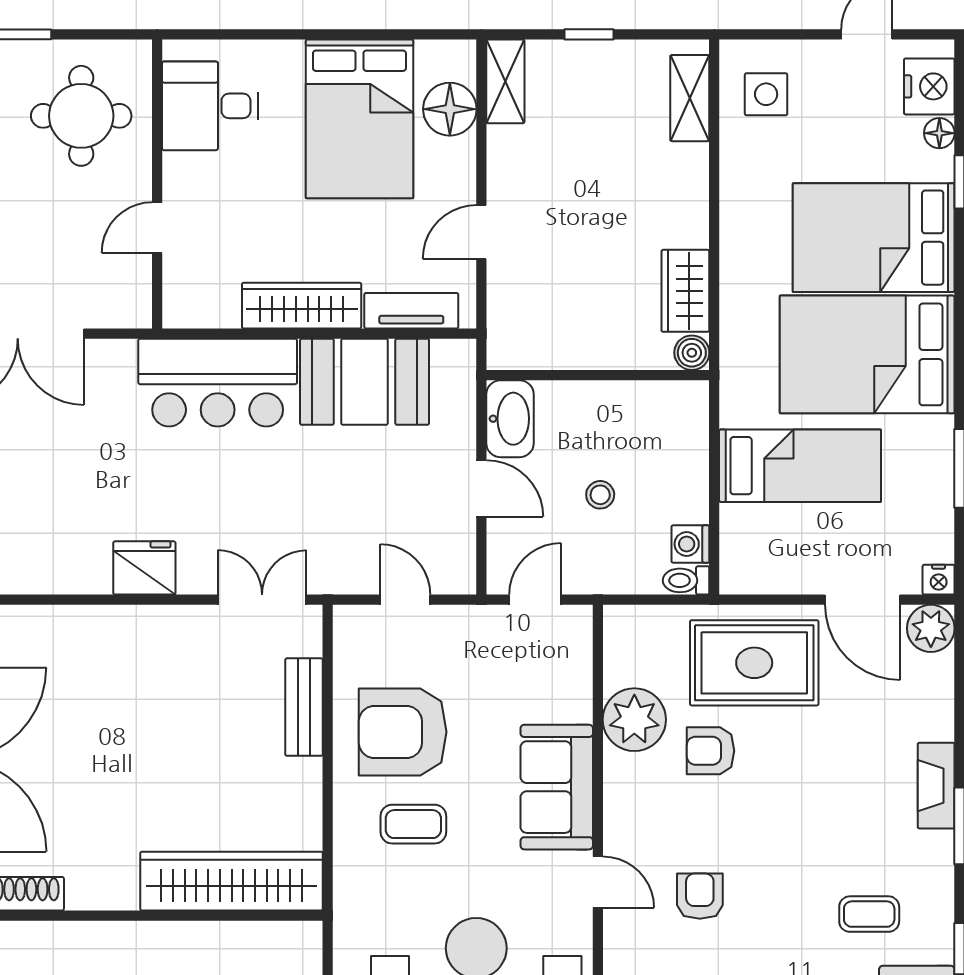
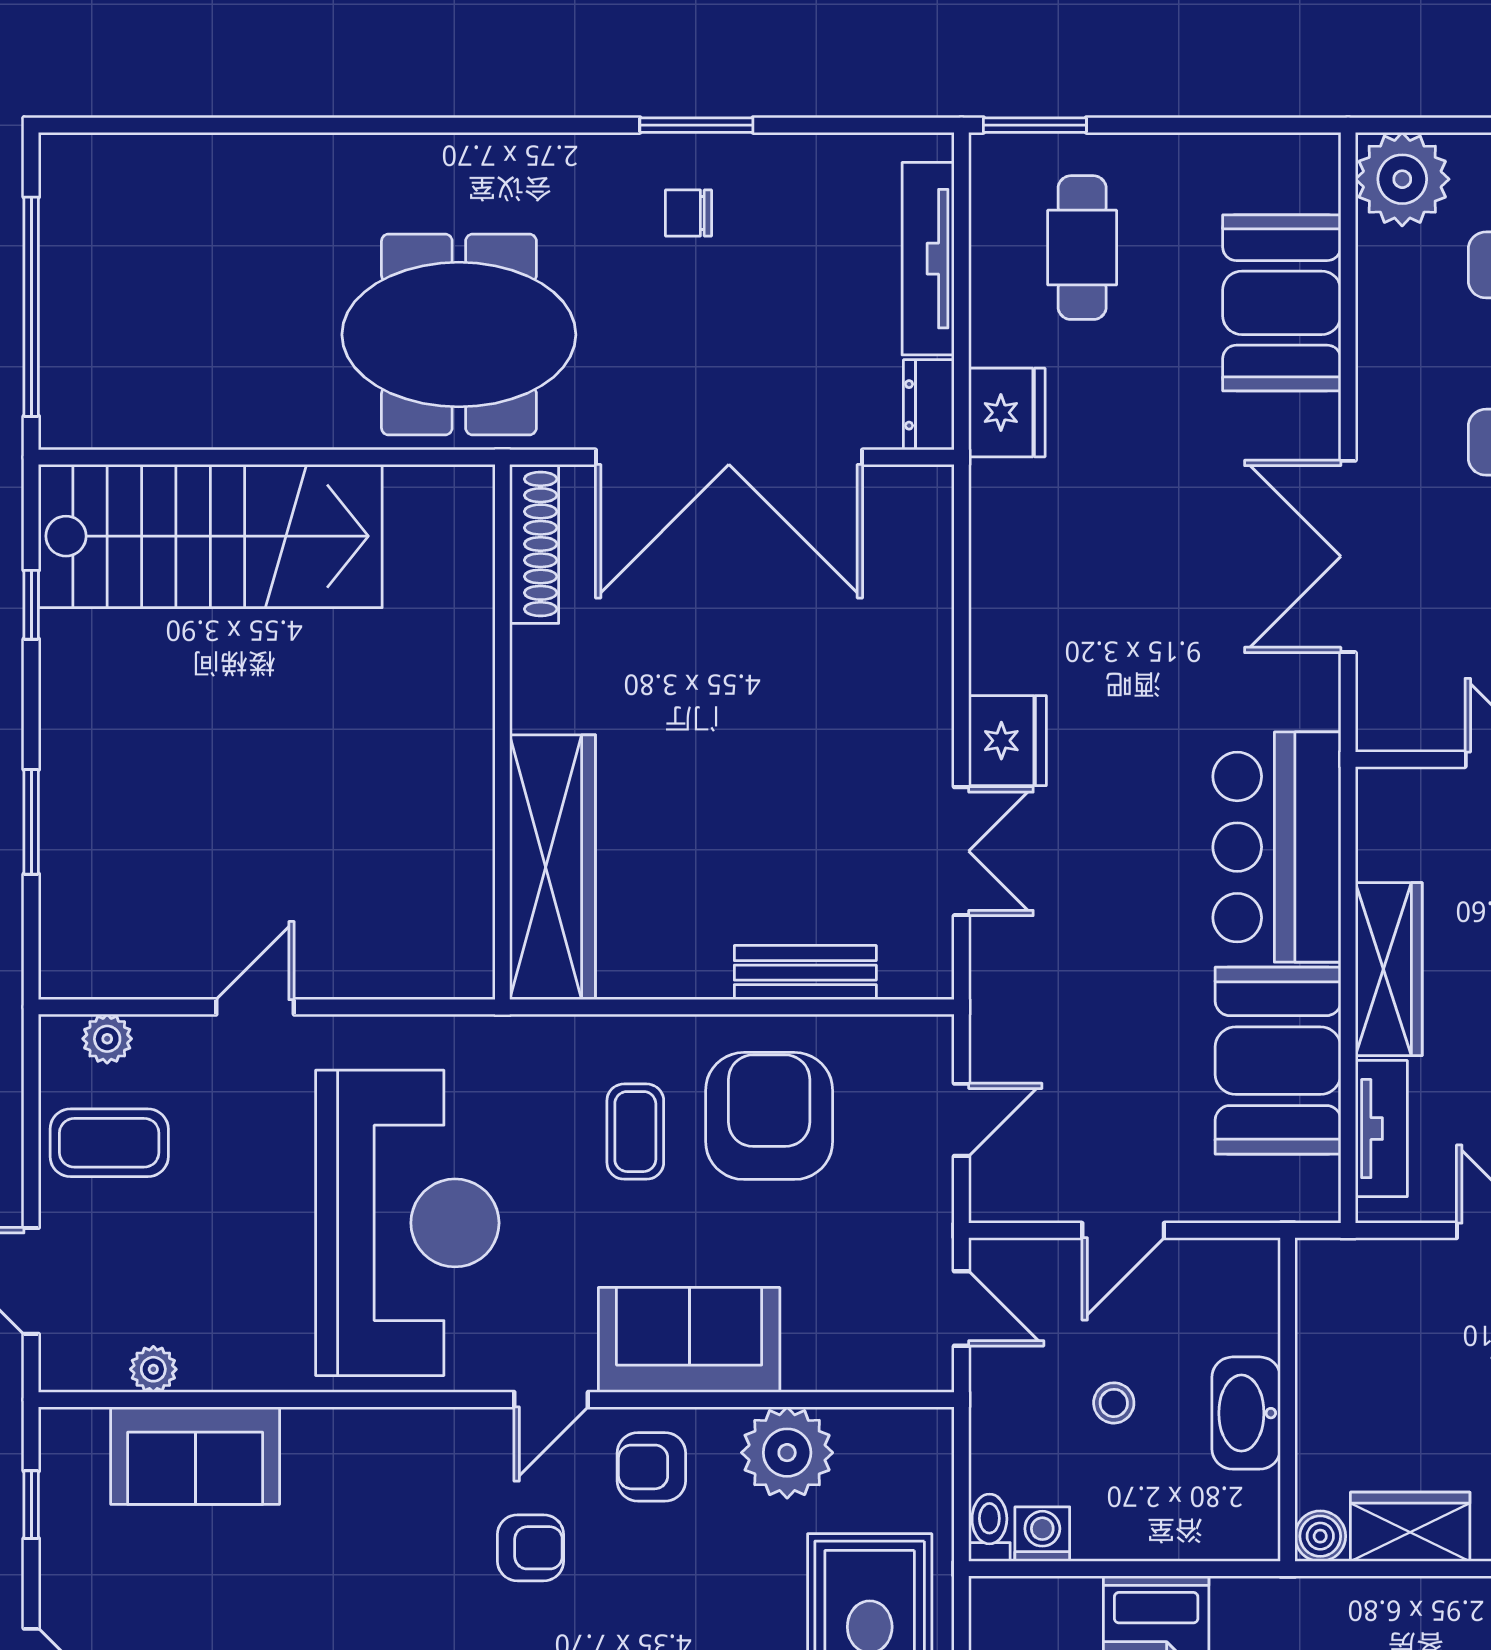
washbasin: (510, 419) -> (1246, 1413), moved, turned 90
double door: (262, 600) -> (961, 851), moved
armchair: (711, 751) -> (651, 1467), moved, turned -90

